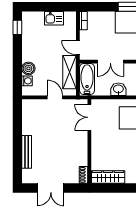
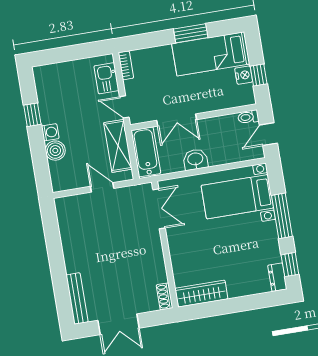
kitchen sink: (54, 18) -> (106, 78), moved, turned 90
window: (17, 27) -> (32, 115), moved
washing machine: (27, 81) -> (50, 132), moved
double door: (89, 117) -> (159, 209), swing flipped
bench: (27, 152) -> (77, 298), moved

